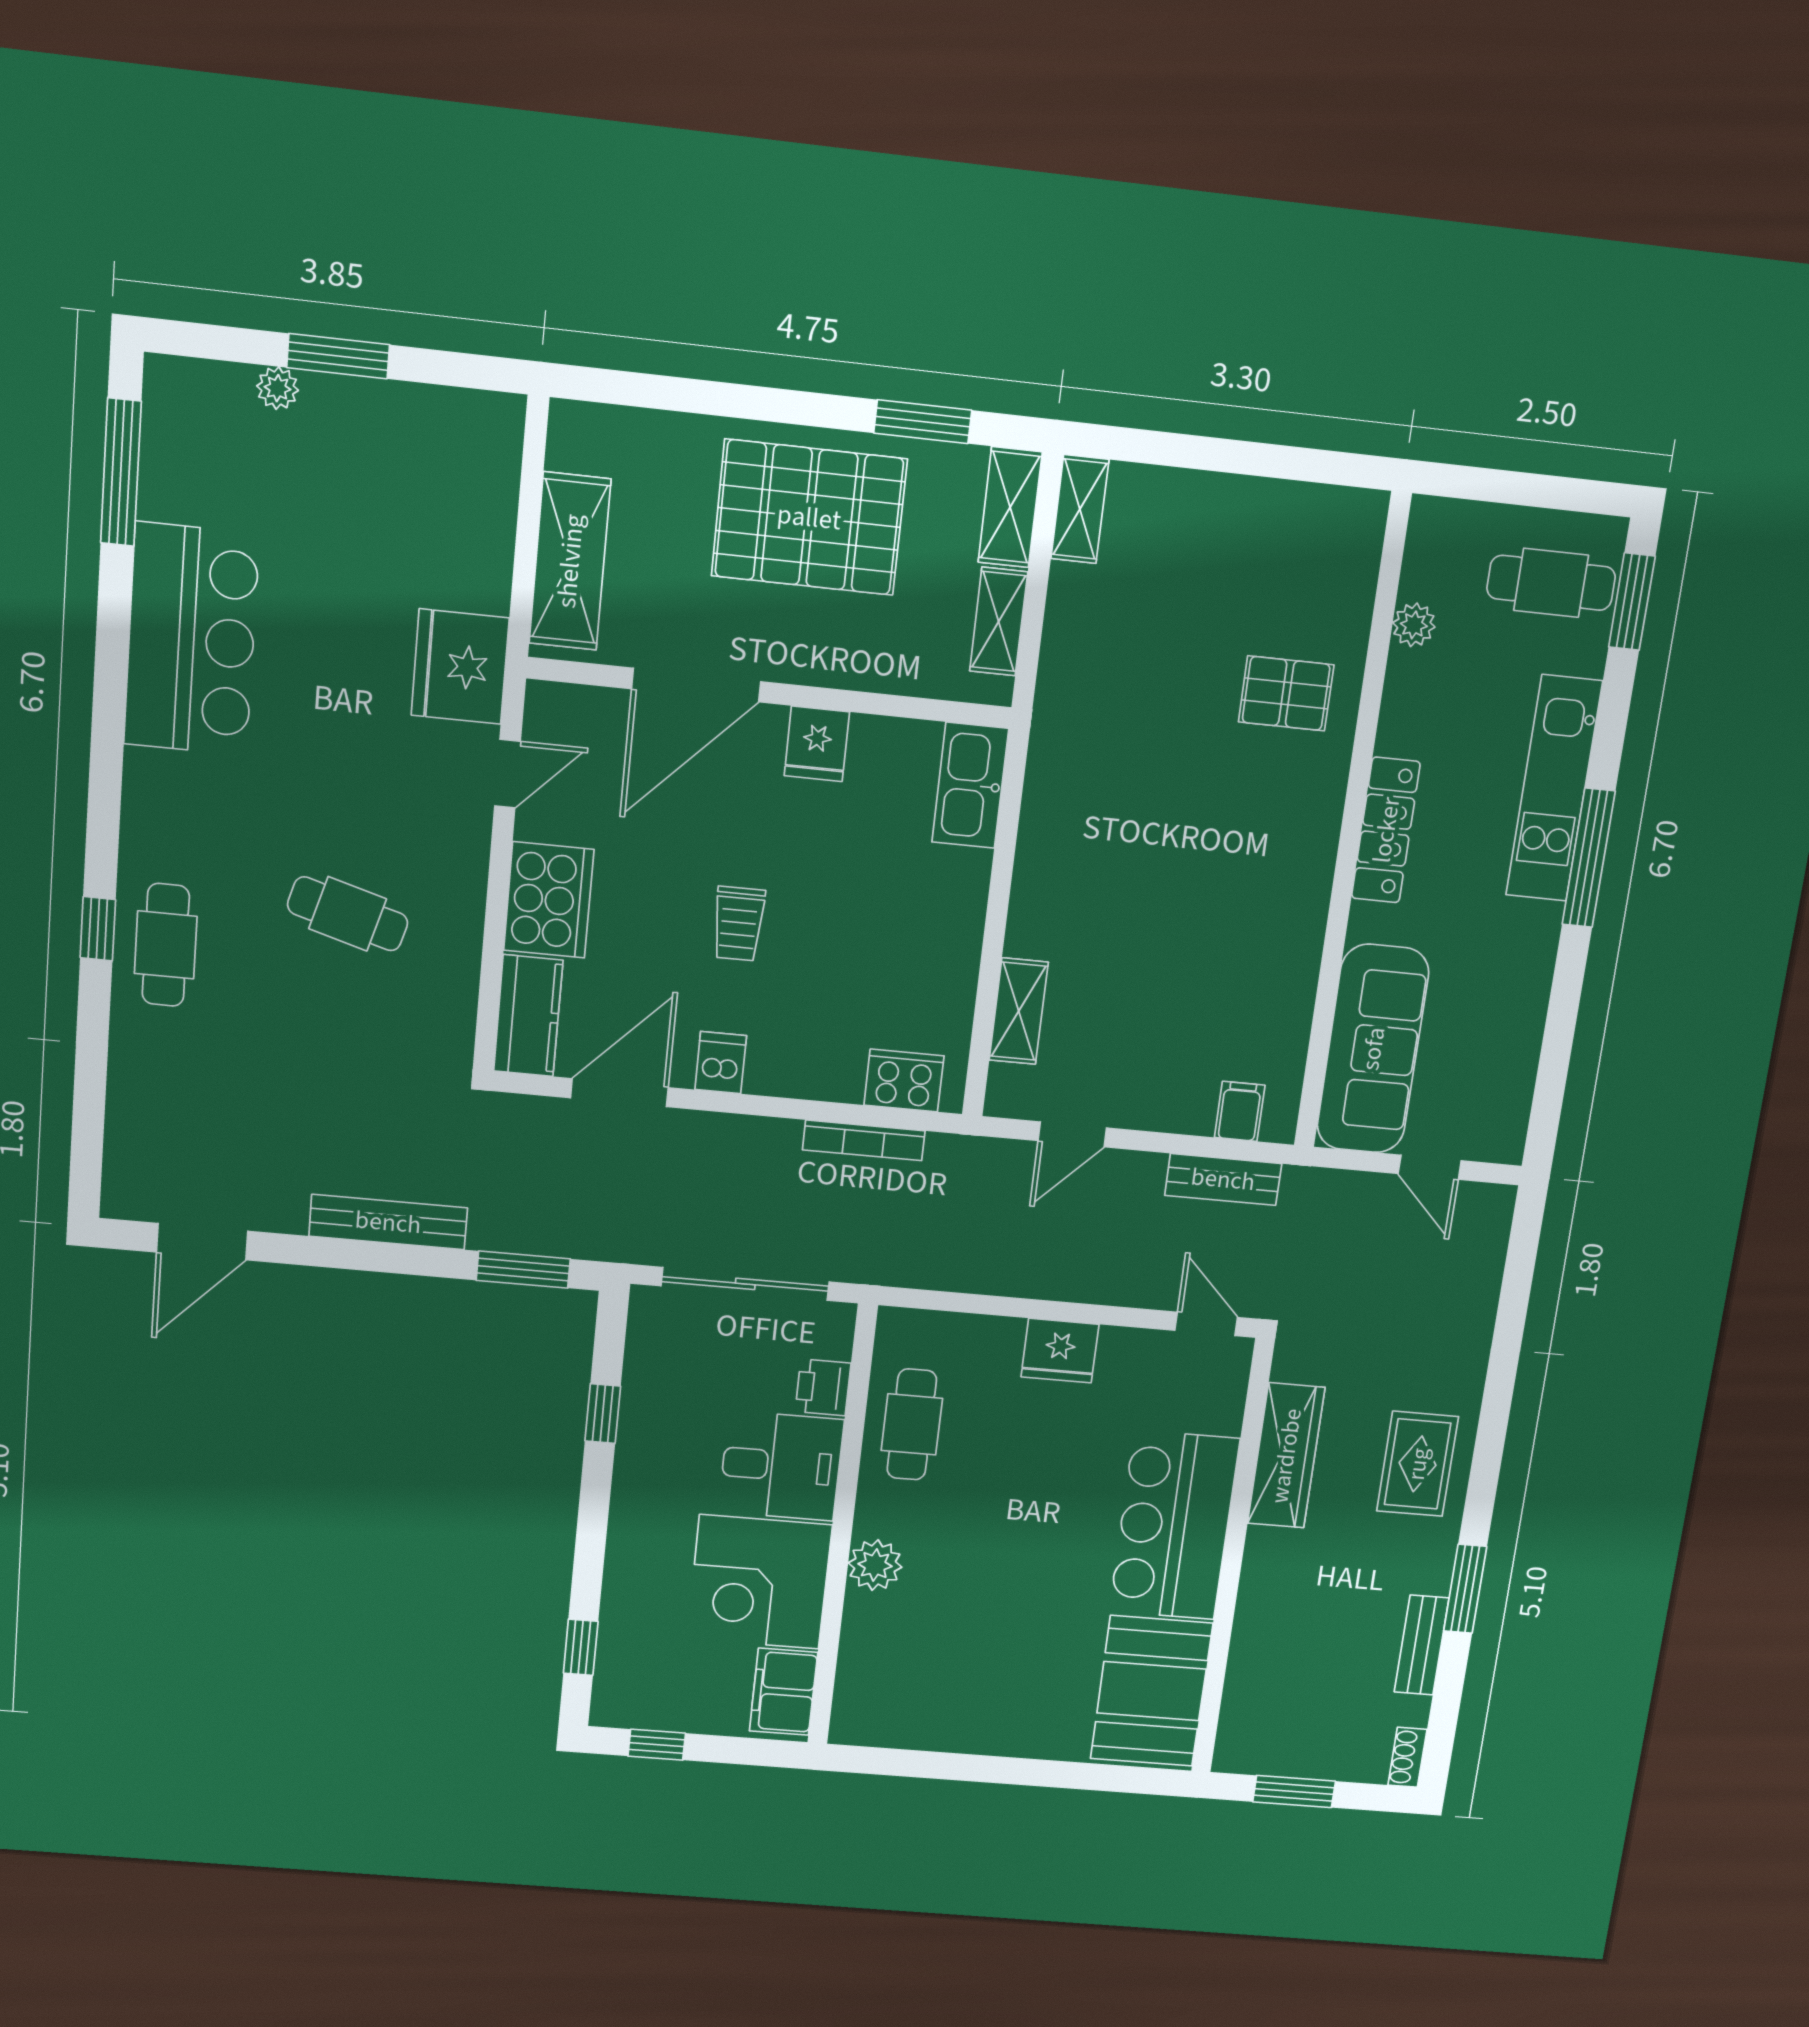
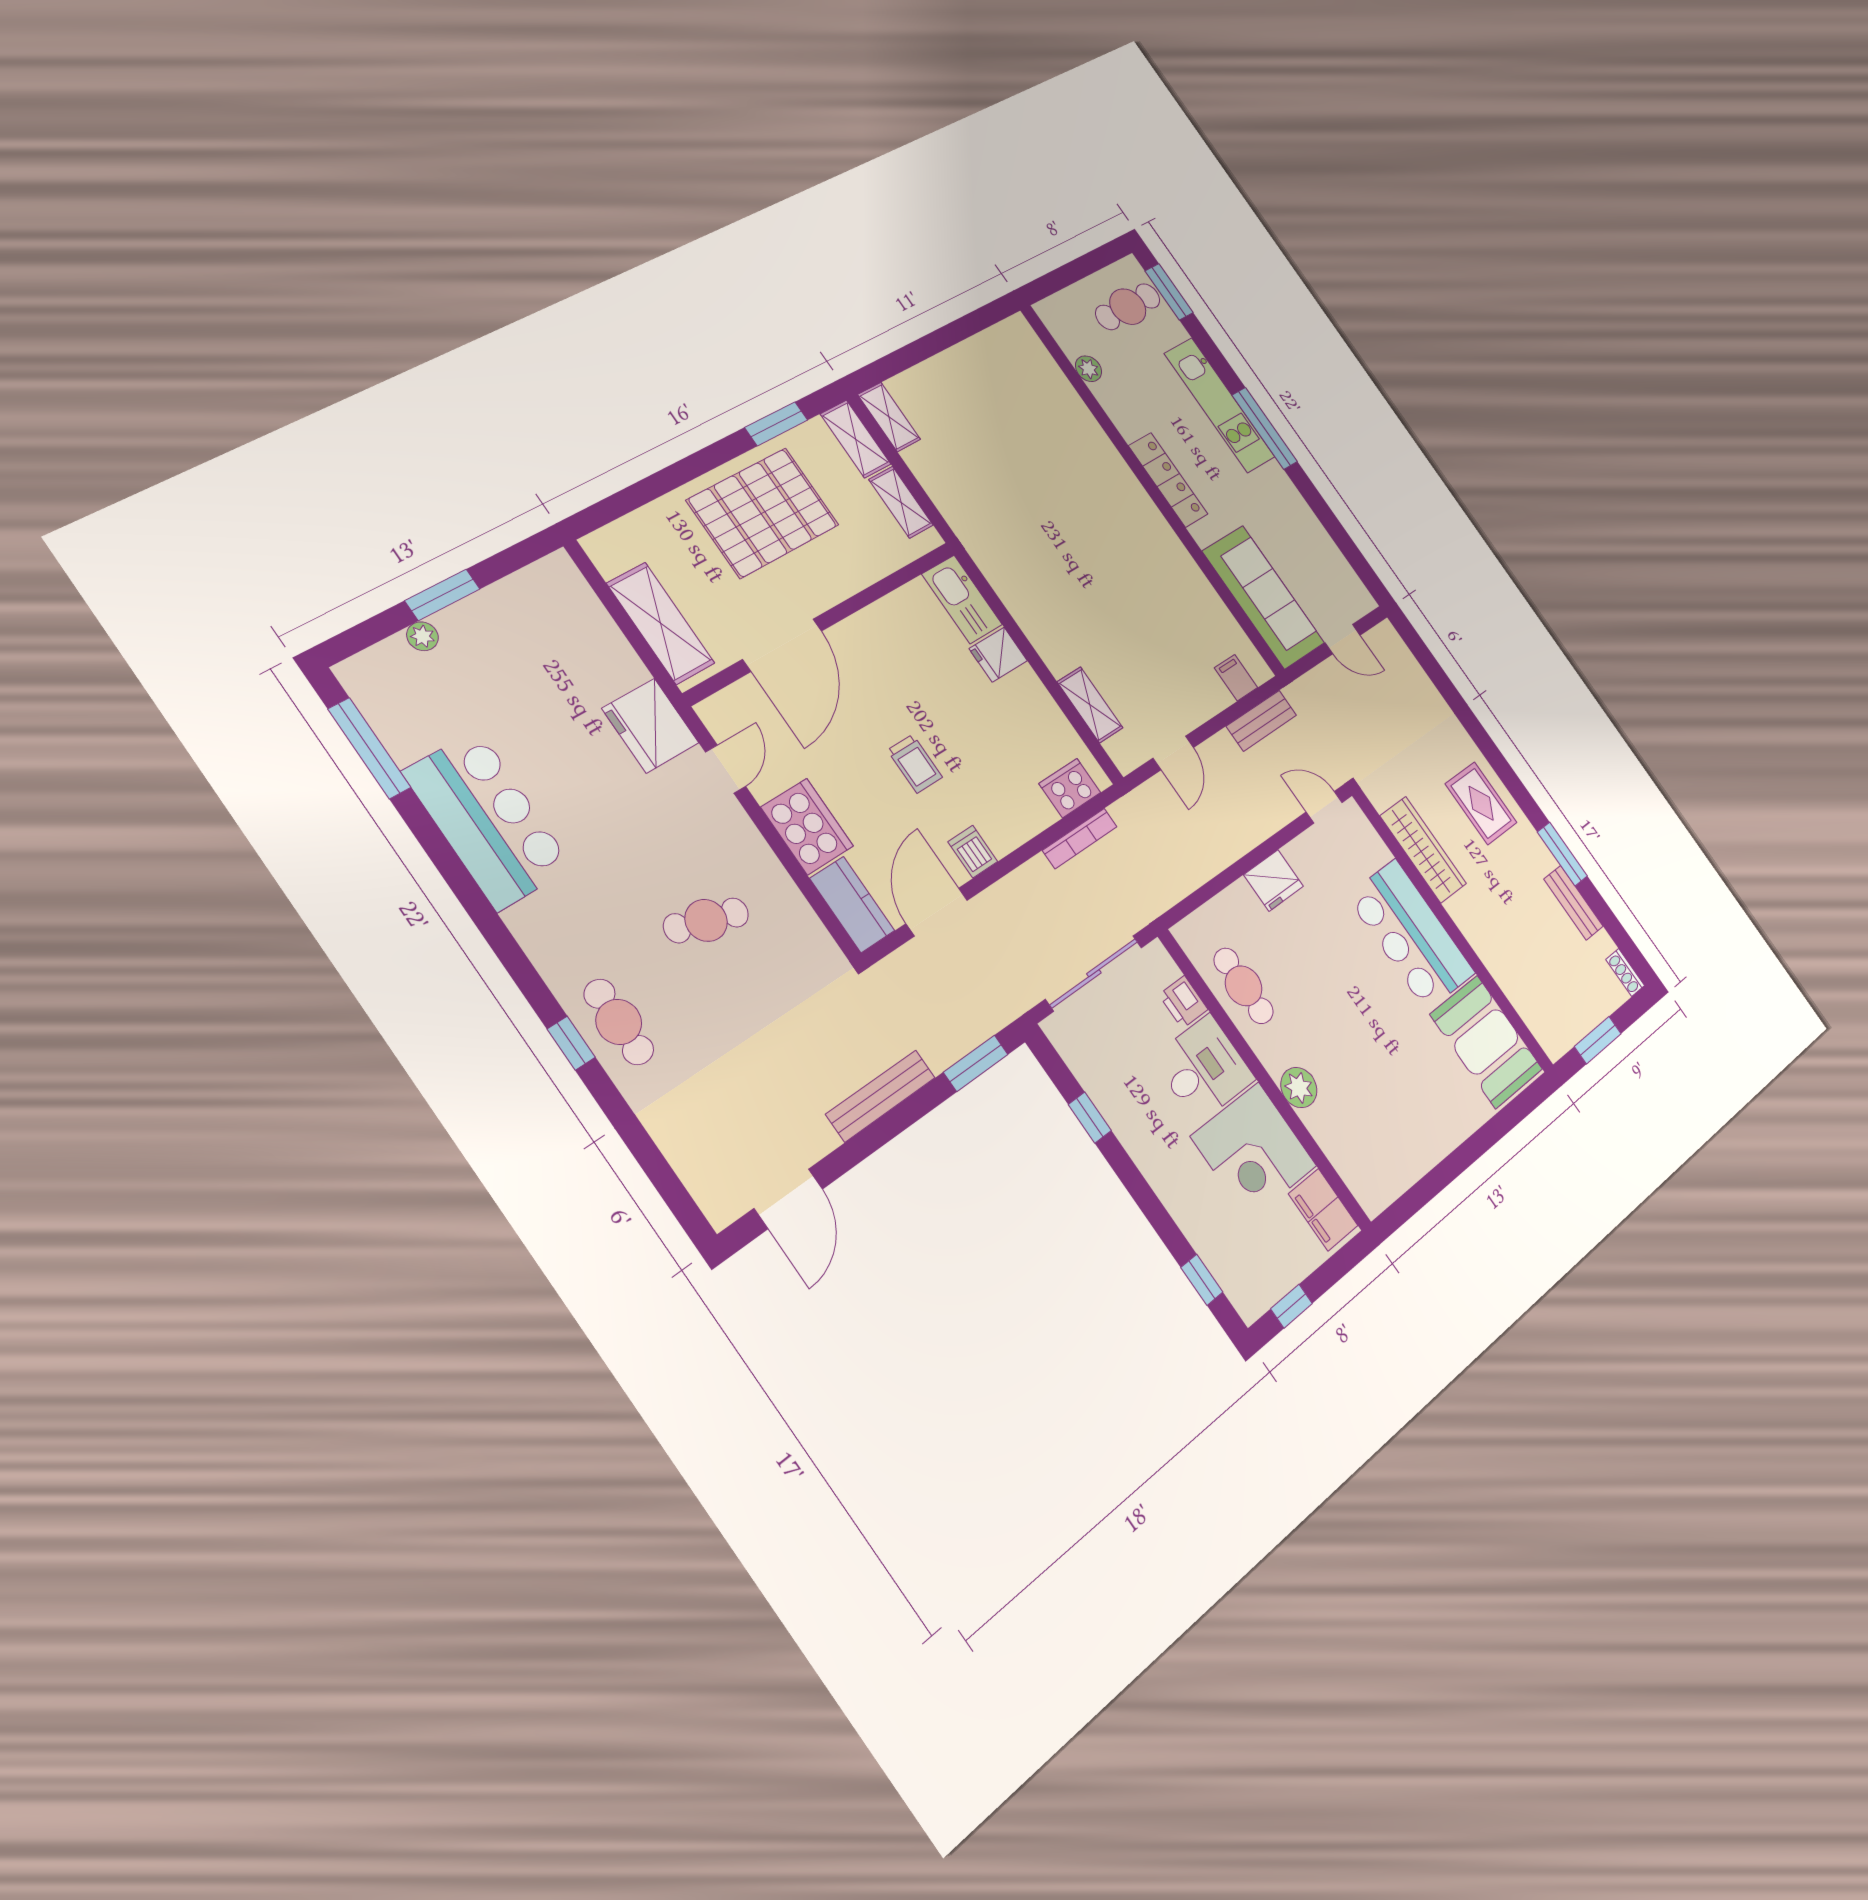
pallet: (1286, 693) -> (1064, 443), removed
fridge: (817, 744) -> (998, 655), moved, turned 90

